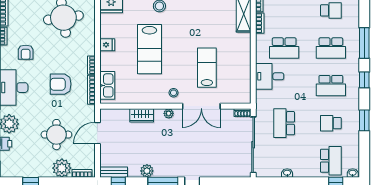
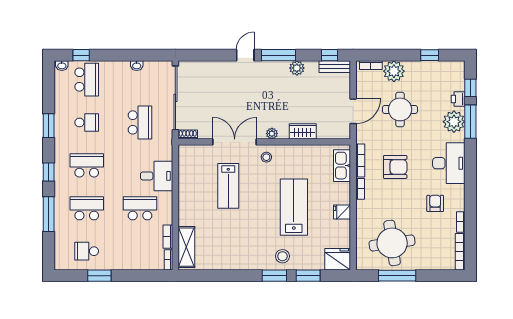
school desk: (331, 161) -> (87, 80), turned 180

